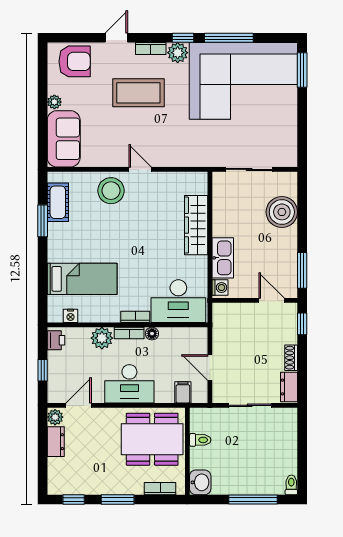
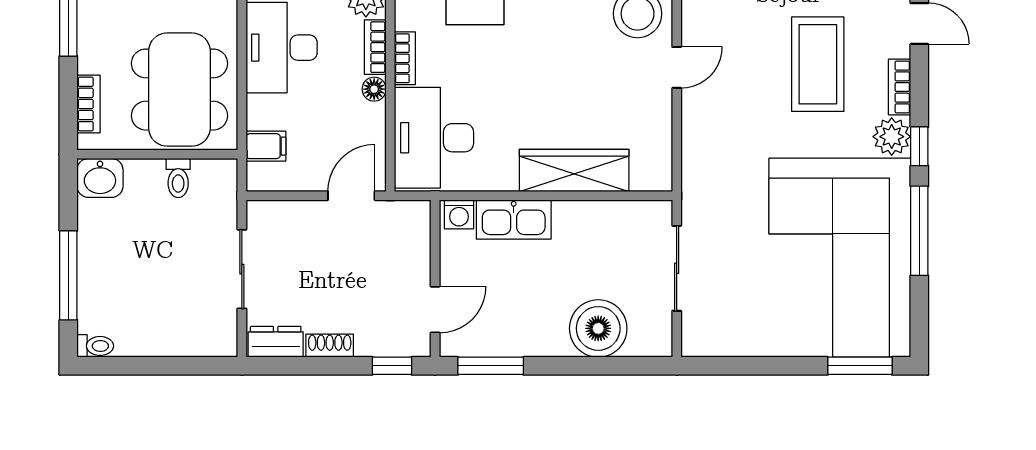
door: (210, 368) -> (351, 196), moved

